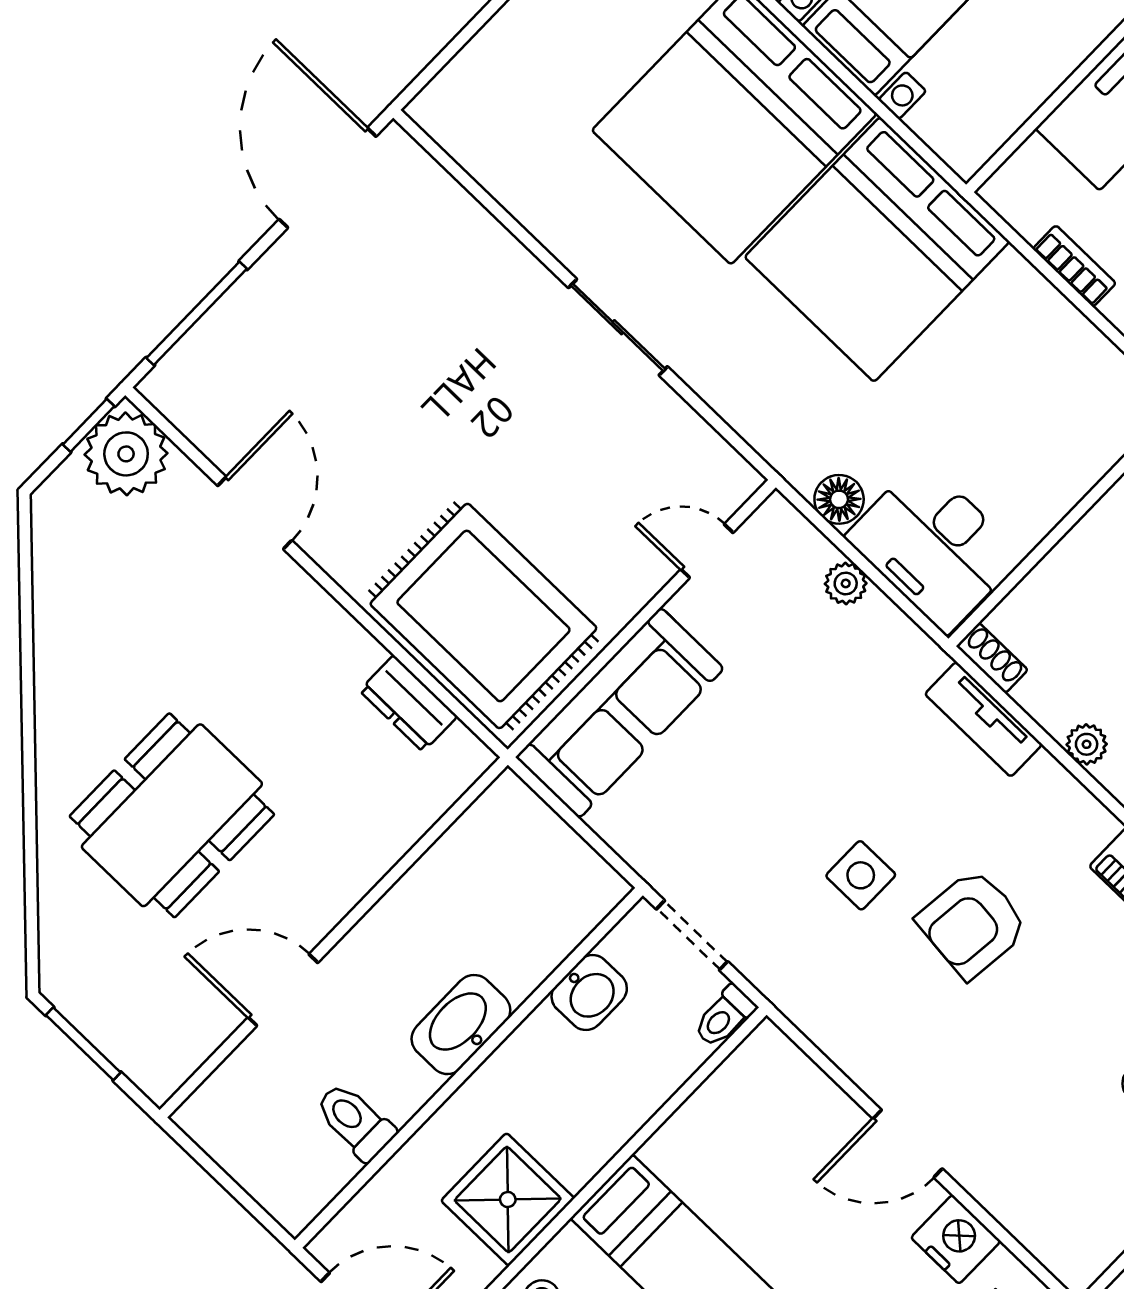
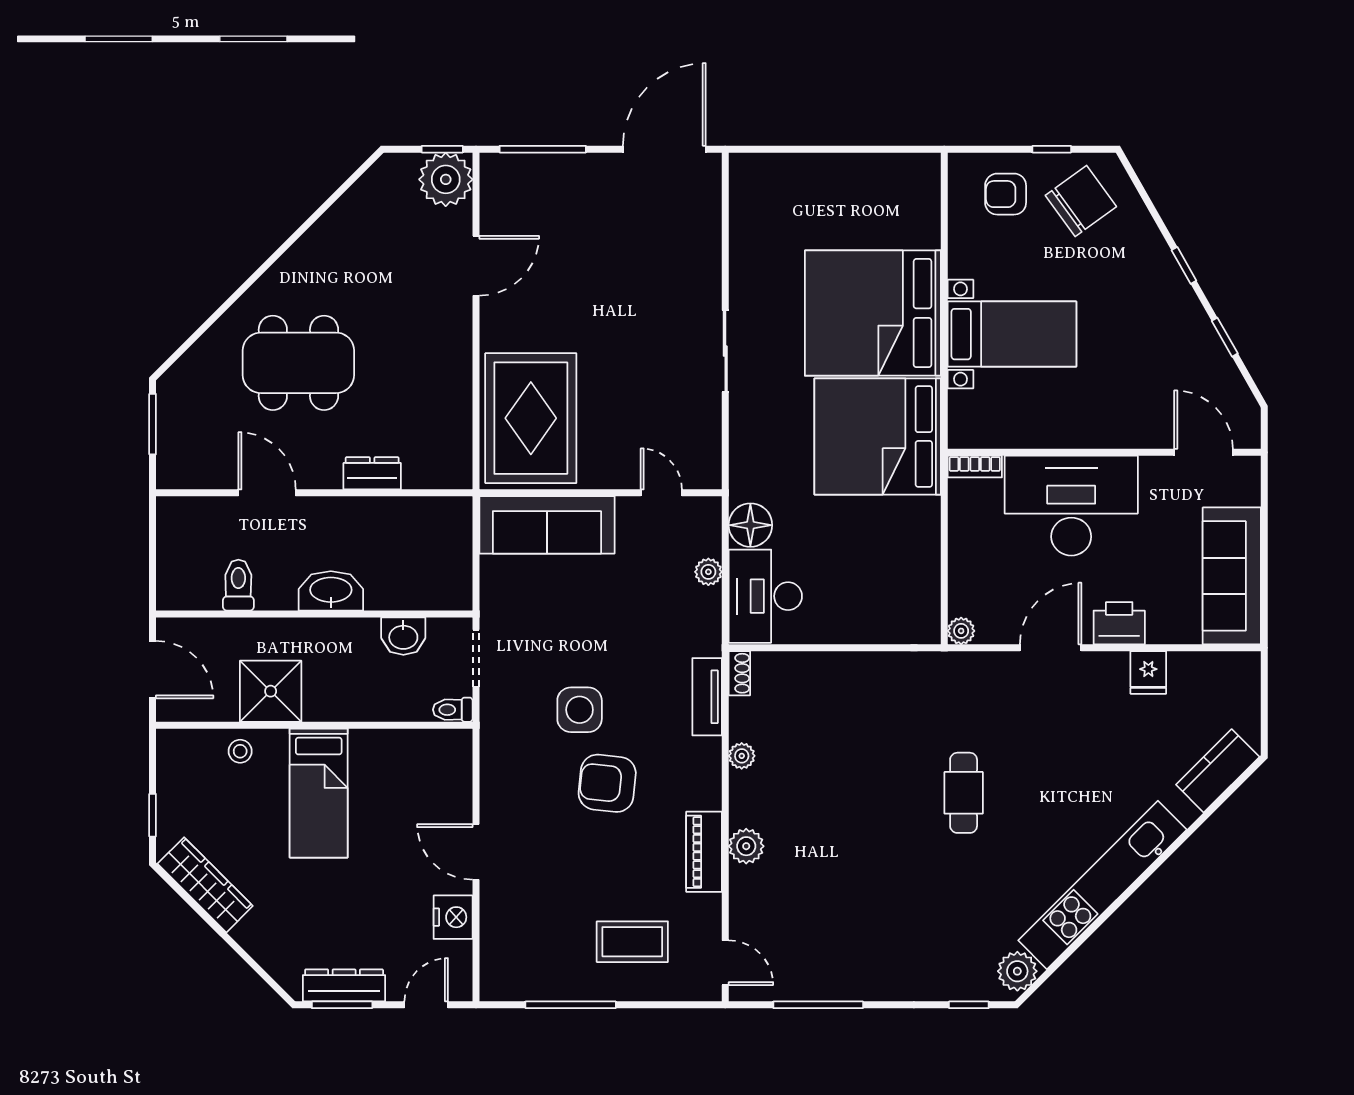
bookcase: (1074, 266) -> (975, 467), moved, turned 90
floor lamp: (839, 499) -> (750, 525), width x1.38, depth x1.38
dresser: (408, 703) -> (372, 473), moved, turned 90
side table: (861, 875) -> (580, 710), width x1.37, depth x1.37

